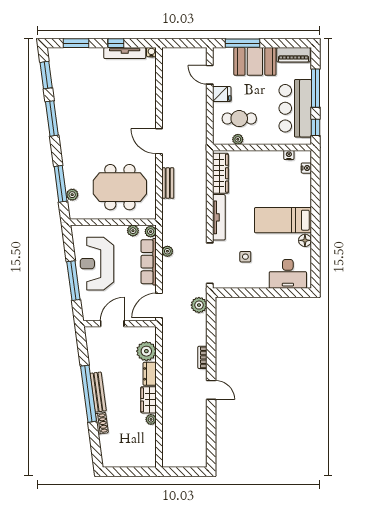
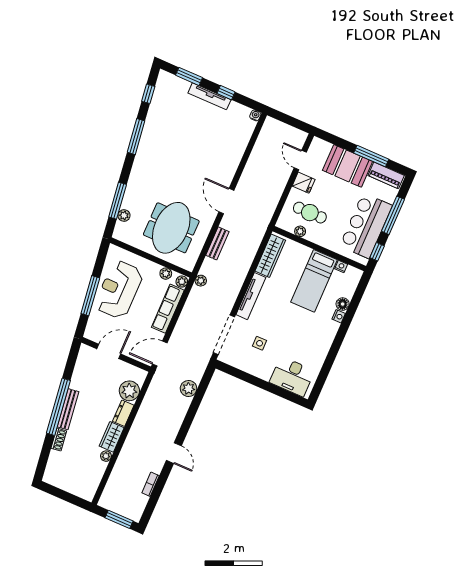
window: (243, 43) -> (371, 156), moved
tv unit: (125, 53) -> (209, 96), moved
window: (46, 75) -> (148, 94), width x0.67
nightstand: (306, 168) -> (339, 316), moved
meeting table: (120, 187) -> (171, 228), turned 90
bed: (283, 220) -> (314, 281), moved, turned -90
floor lamp: (305, 240) -> (343, 304), moved
plant: (167, 251) -> (201, 281), moved
plant: (199, 305) -> (189, 389), moved
bookcase: (202, 357) -> (151, 484), moved
window: (188, 472) -> (119, 519), added

